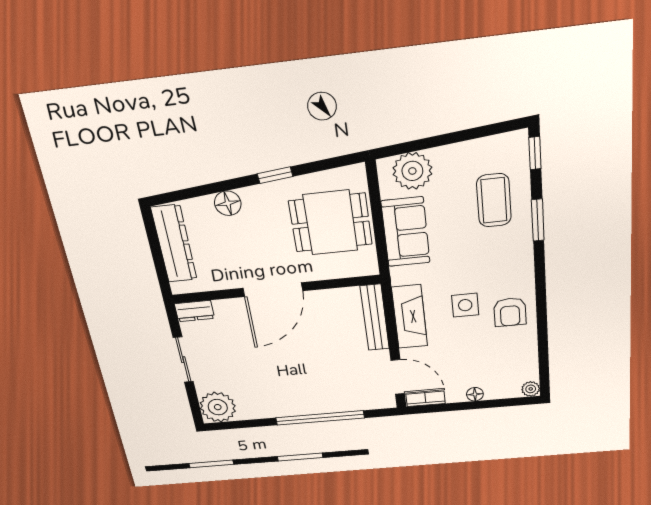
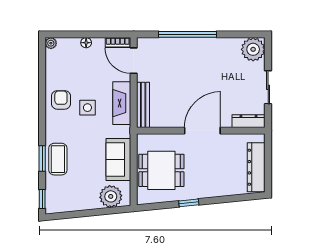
coffee table: (494, 200) -> (58, 159), moved
floor lamp: (228, 203) -> (219, 189), removed
dresser: (194, 311) -> (248, 121), width x1.44

